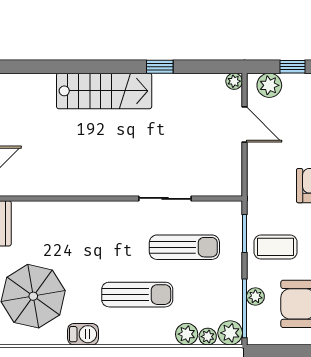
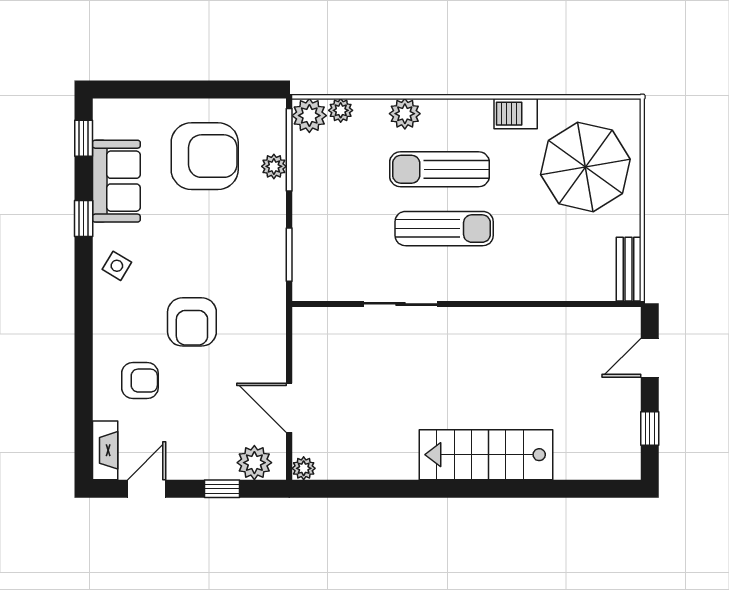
window: (160, 67) -> (408, 489), removed
sun lounger: (184, 247) -> (444, 229), moved, turned 180
coffee table: (276, 247) -> (246, 236), removed
plant: (187, 334) -> (405, 114), moved

